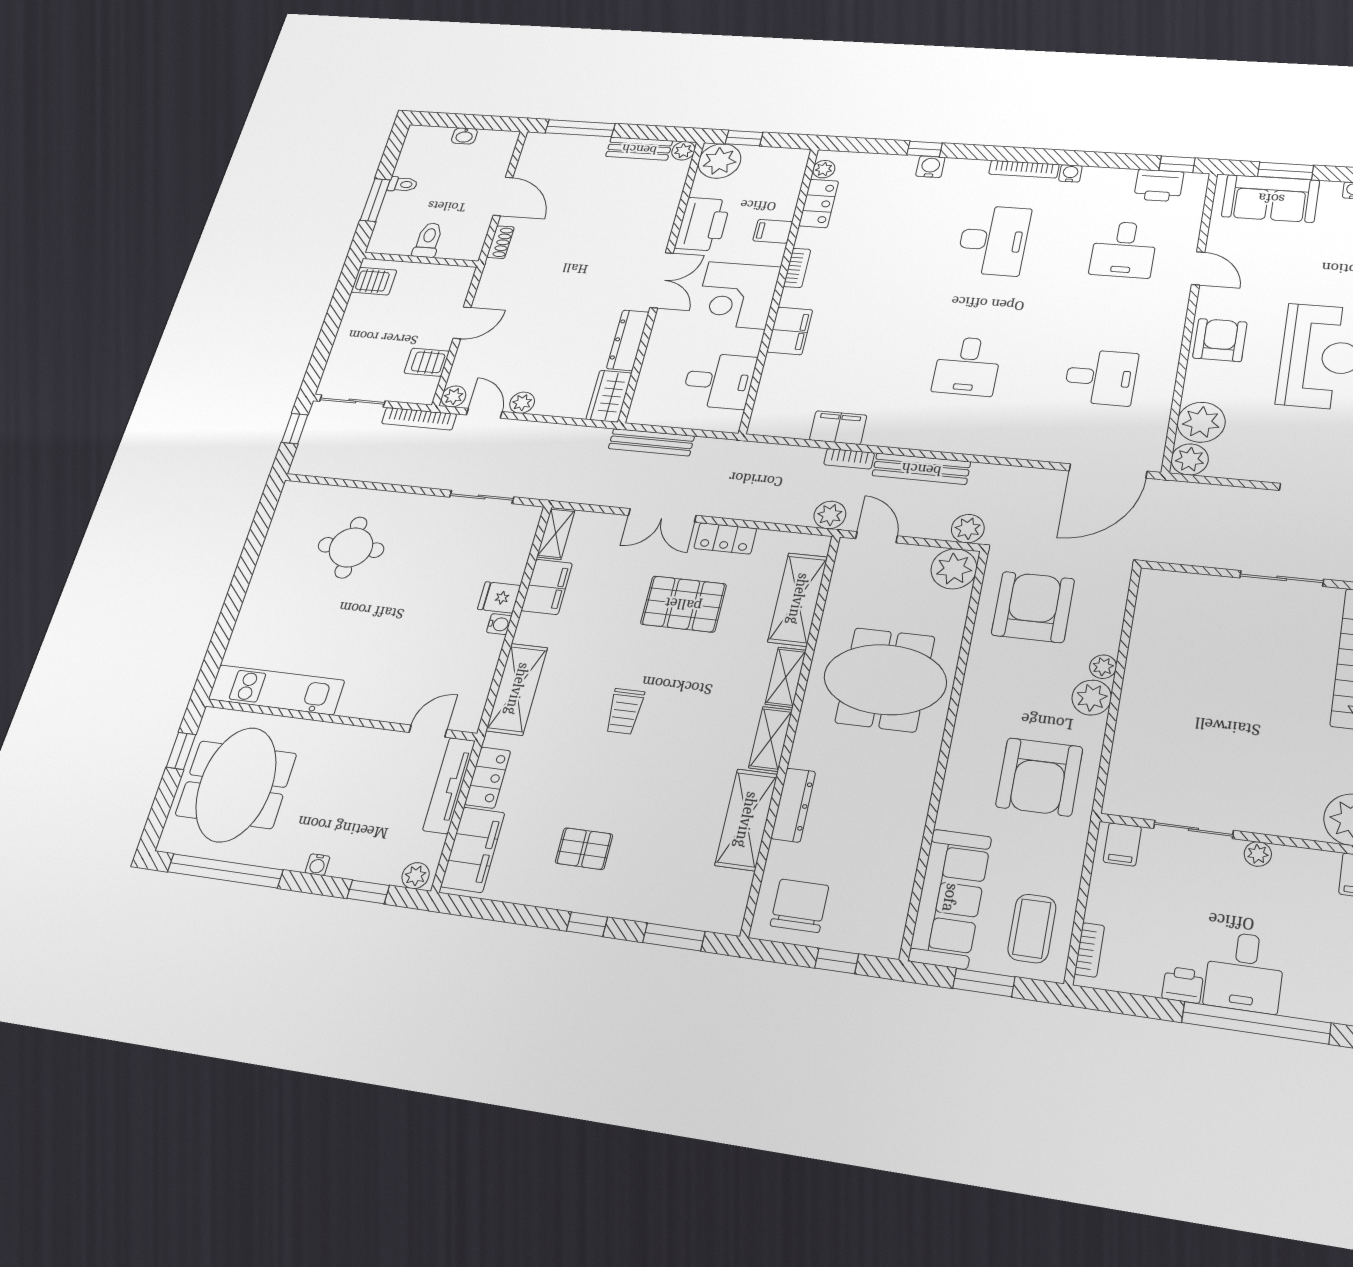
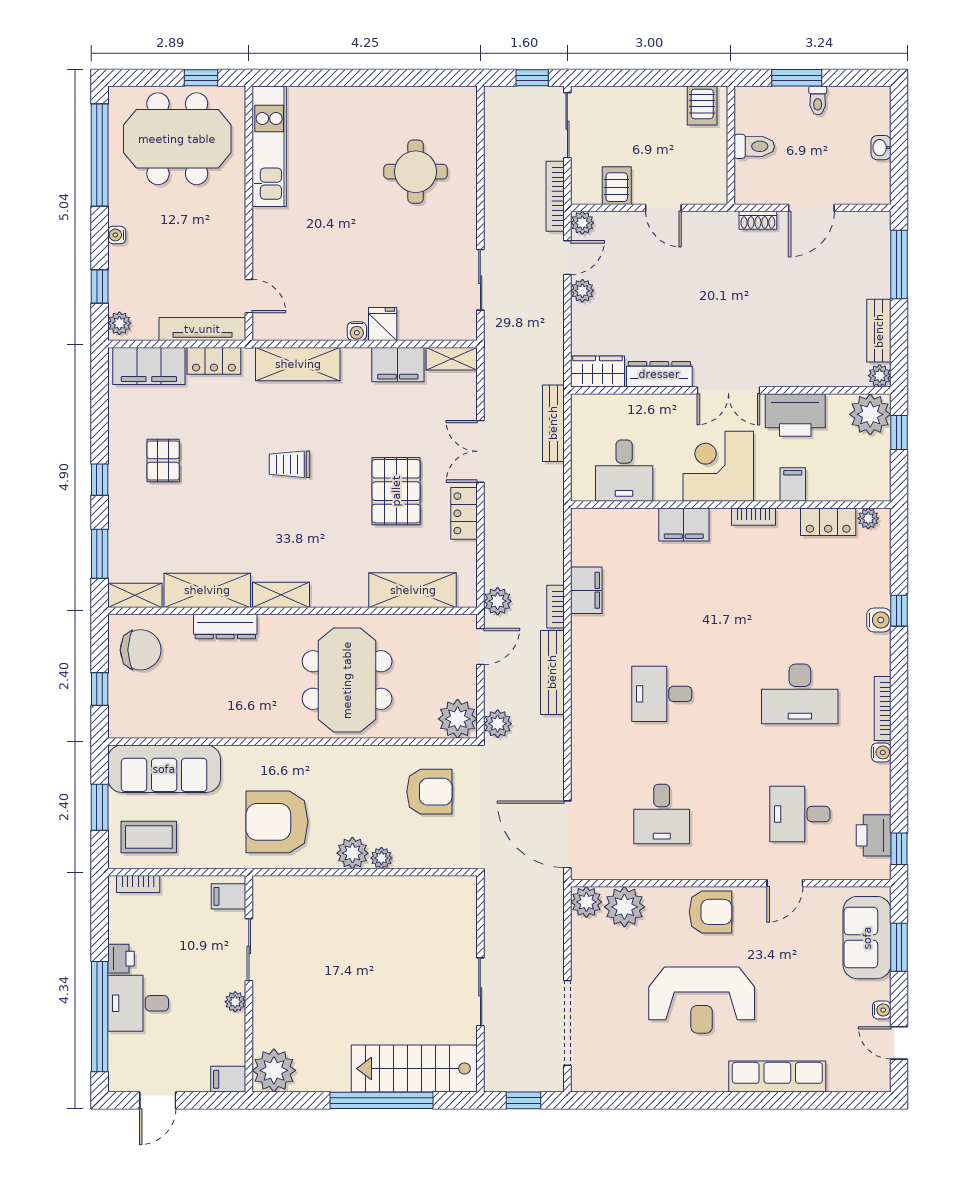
armchair: (1033, 607) -> (429, 792), width x0.73, depth x0.73
shelving: (786, 677) -> (135, 595), moved

